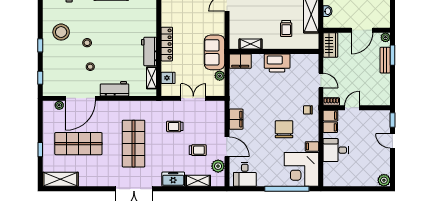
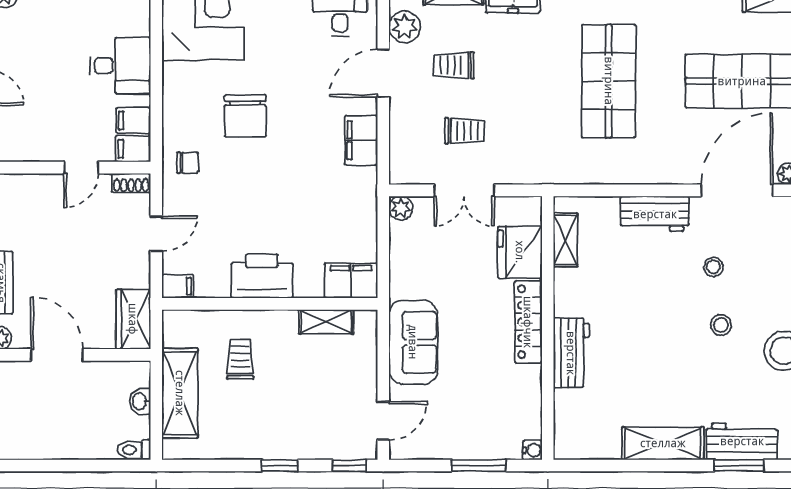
door: (362, 30) -> (57, 355), hinge flipped
workbench: (149, 52) -> (571, 353), moved
sofa: (215, 52) -> (413, 342), moved
plant: (220, 76) -> (401, 208), moved
fridge: (168, 78) -> (520, 252), width x1.88, depth x1.34
door: (321, 81) -> (156, 234), swing flipped
trolley: (175, 126) -> (465, 131), moved
filing cabinet: (312, 146) -> (178, 286), moved
door: (227, 147) -> (383, 73), hinge flipped

